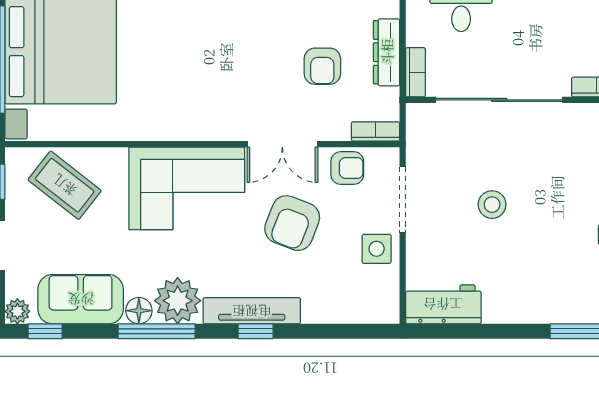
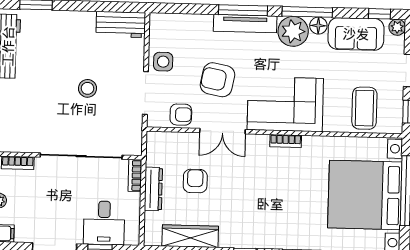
bookcase: (376, 132) -> (286, 141), moved
double door: (282, 144) -> (222, 131), swing flipped
armchair: (347, 168) -> (181, 115), turned 180
coffee table: (65, 185) -> (364, 108), turned 52
armchair: (292, 223) -> (217, 80), turned -100
window: (256, 331) -> (243, 10), width x2.17

